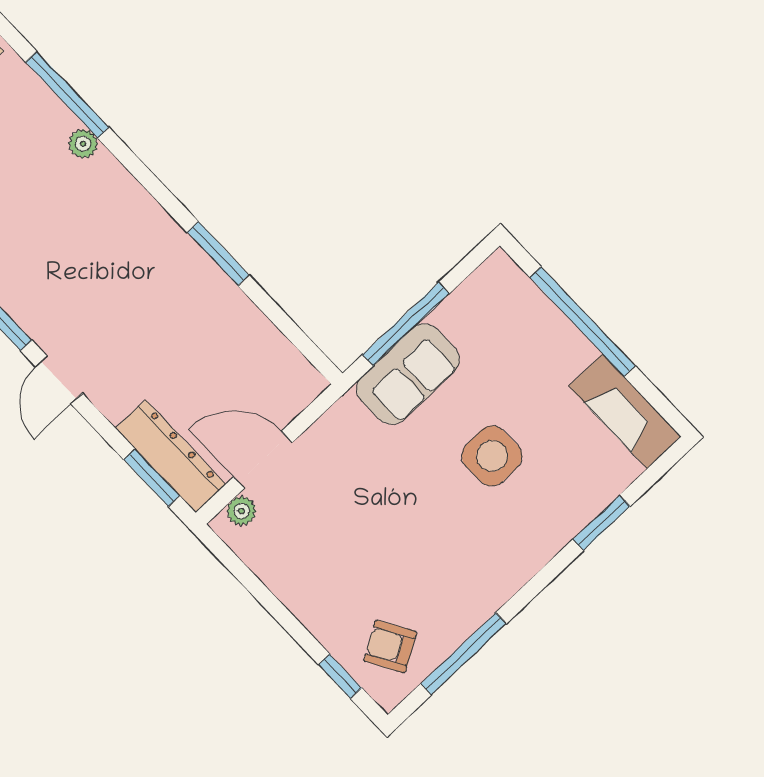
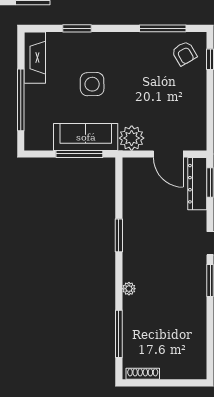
plant: (83, 144) -> (129, 289), moved
sofa: (408, 374) -> (86, 137), width x1.36
plant: (241, 511) -> (132, 138), moved, width x1.88, depth x1.88

